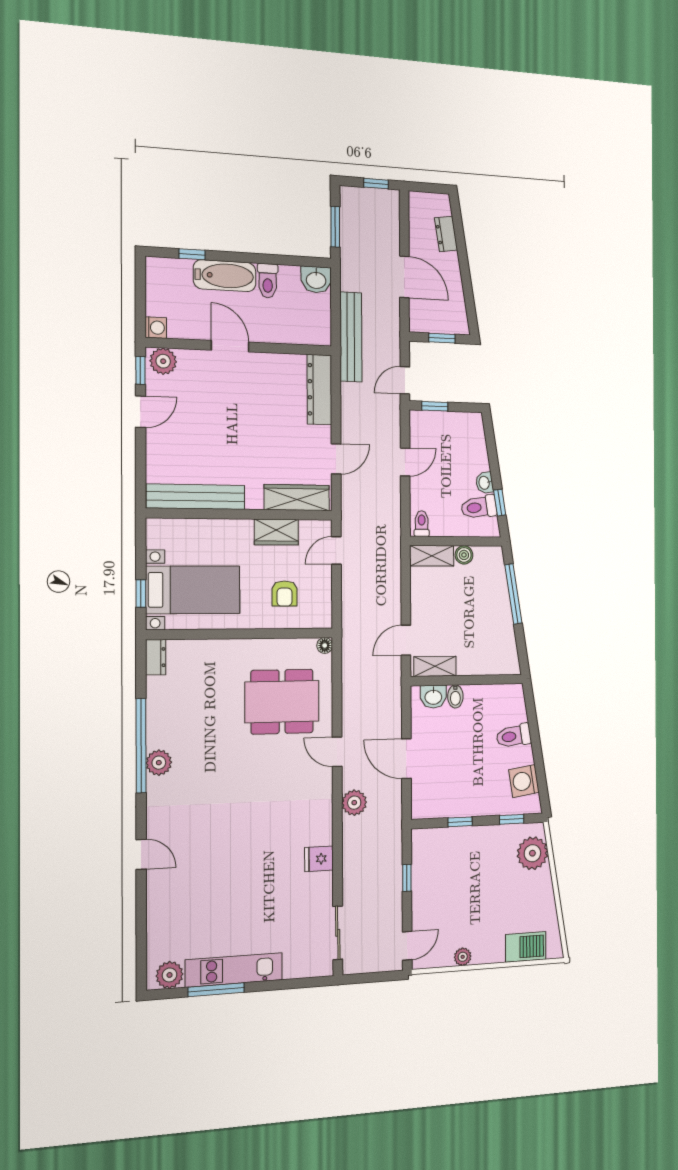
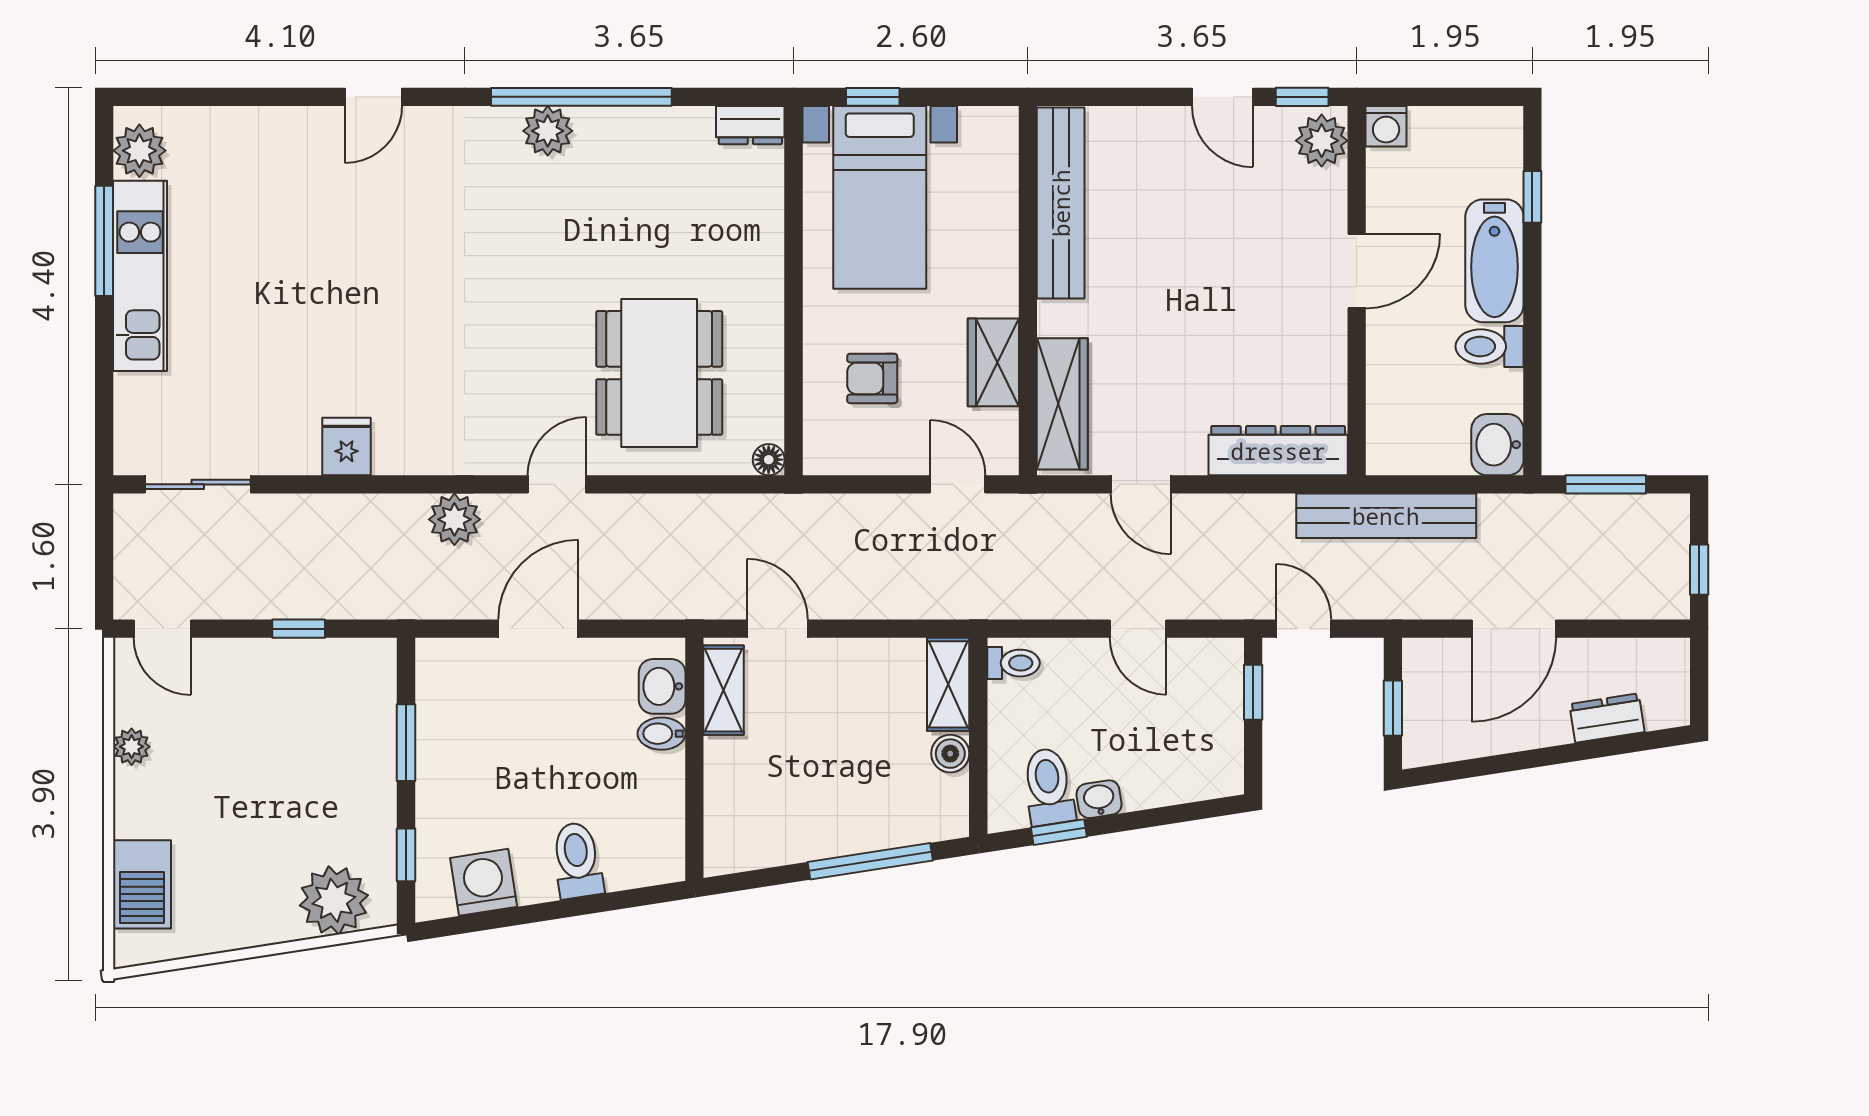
window: (460, 822) -> (406, 743), width x1.50

